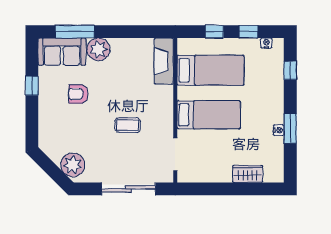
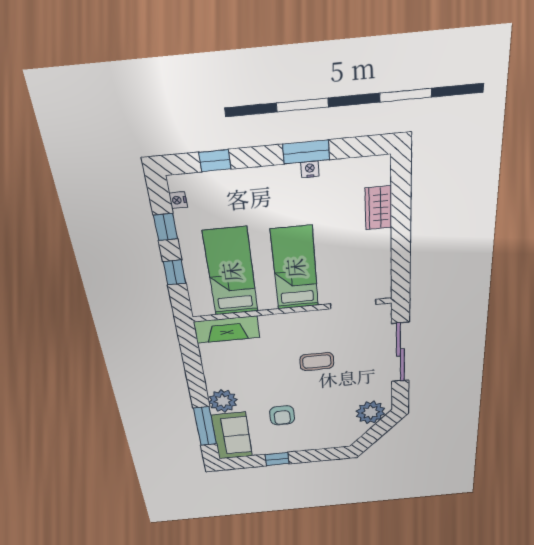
coffee table: (128, 125) -> (317, 362), turned 90

